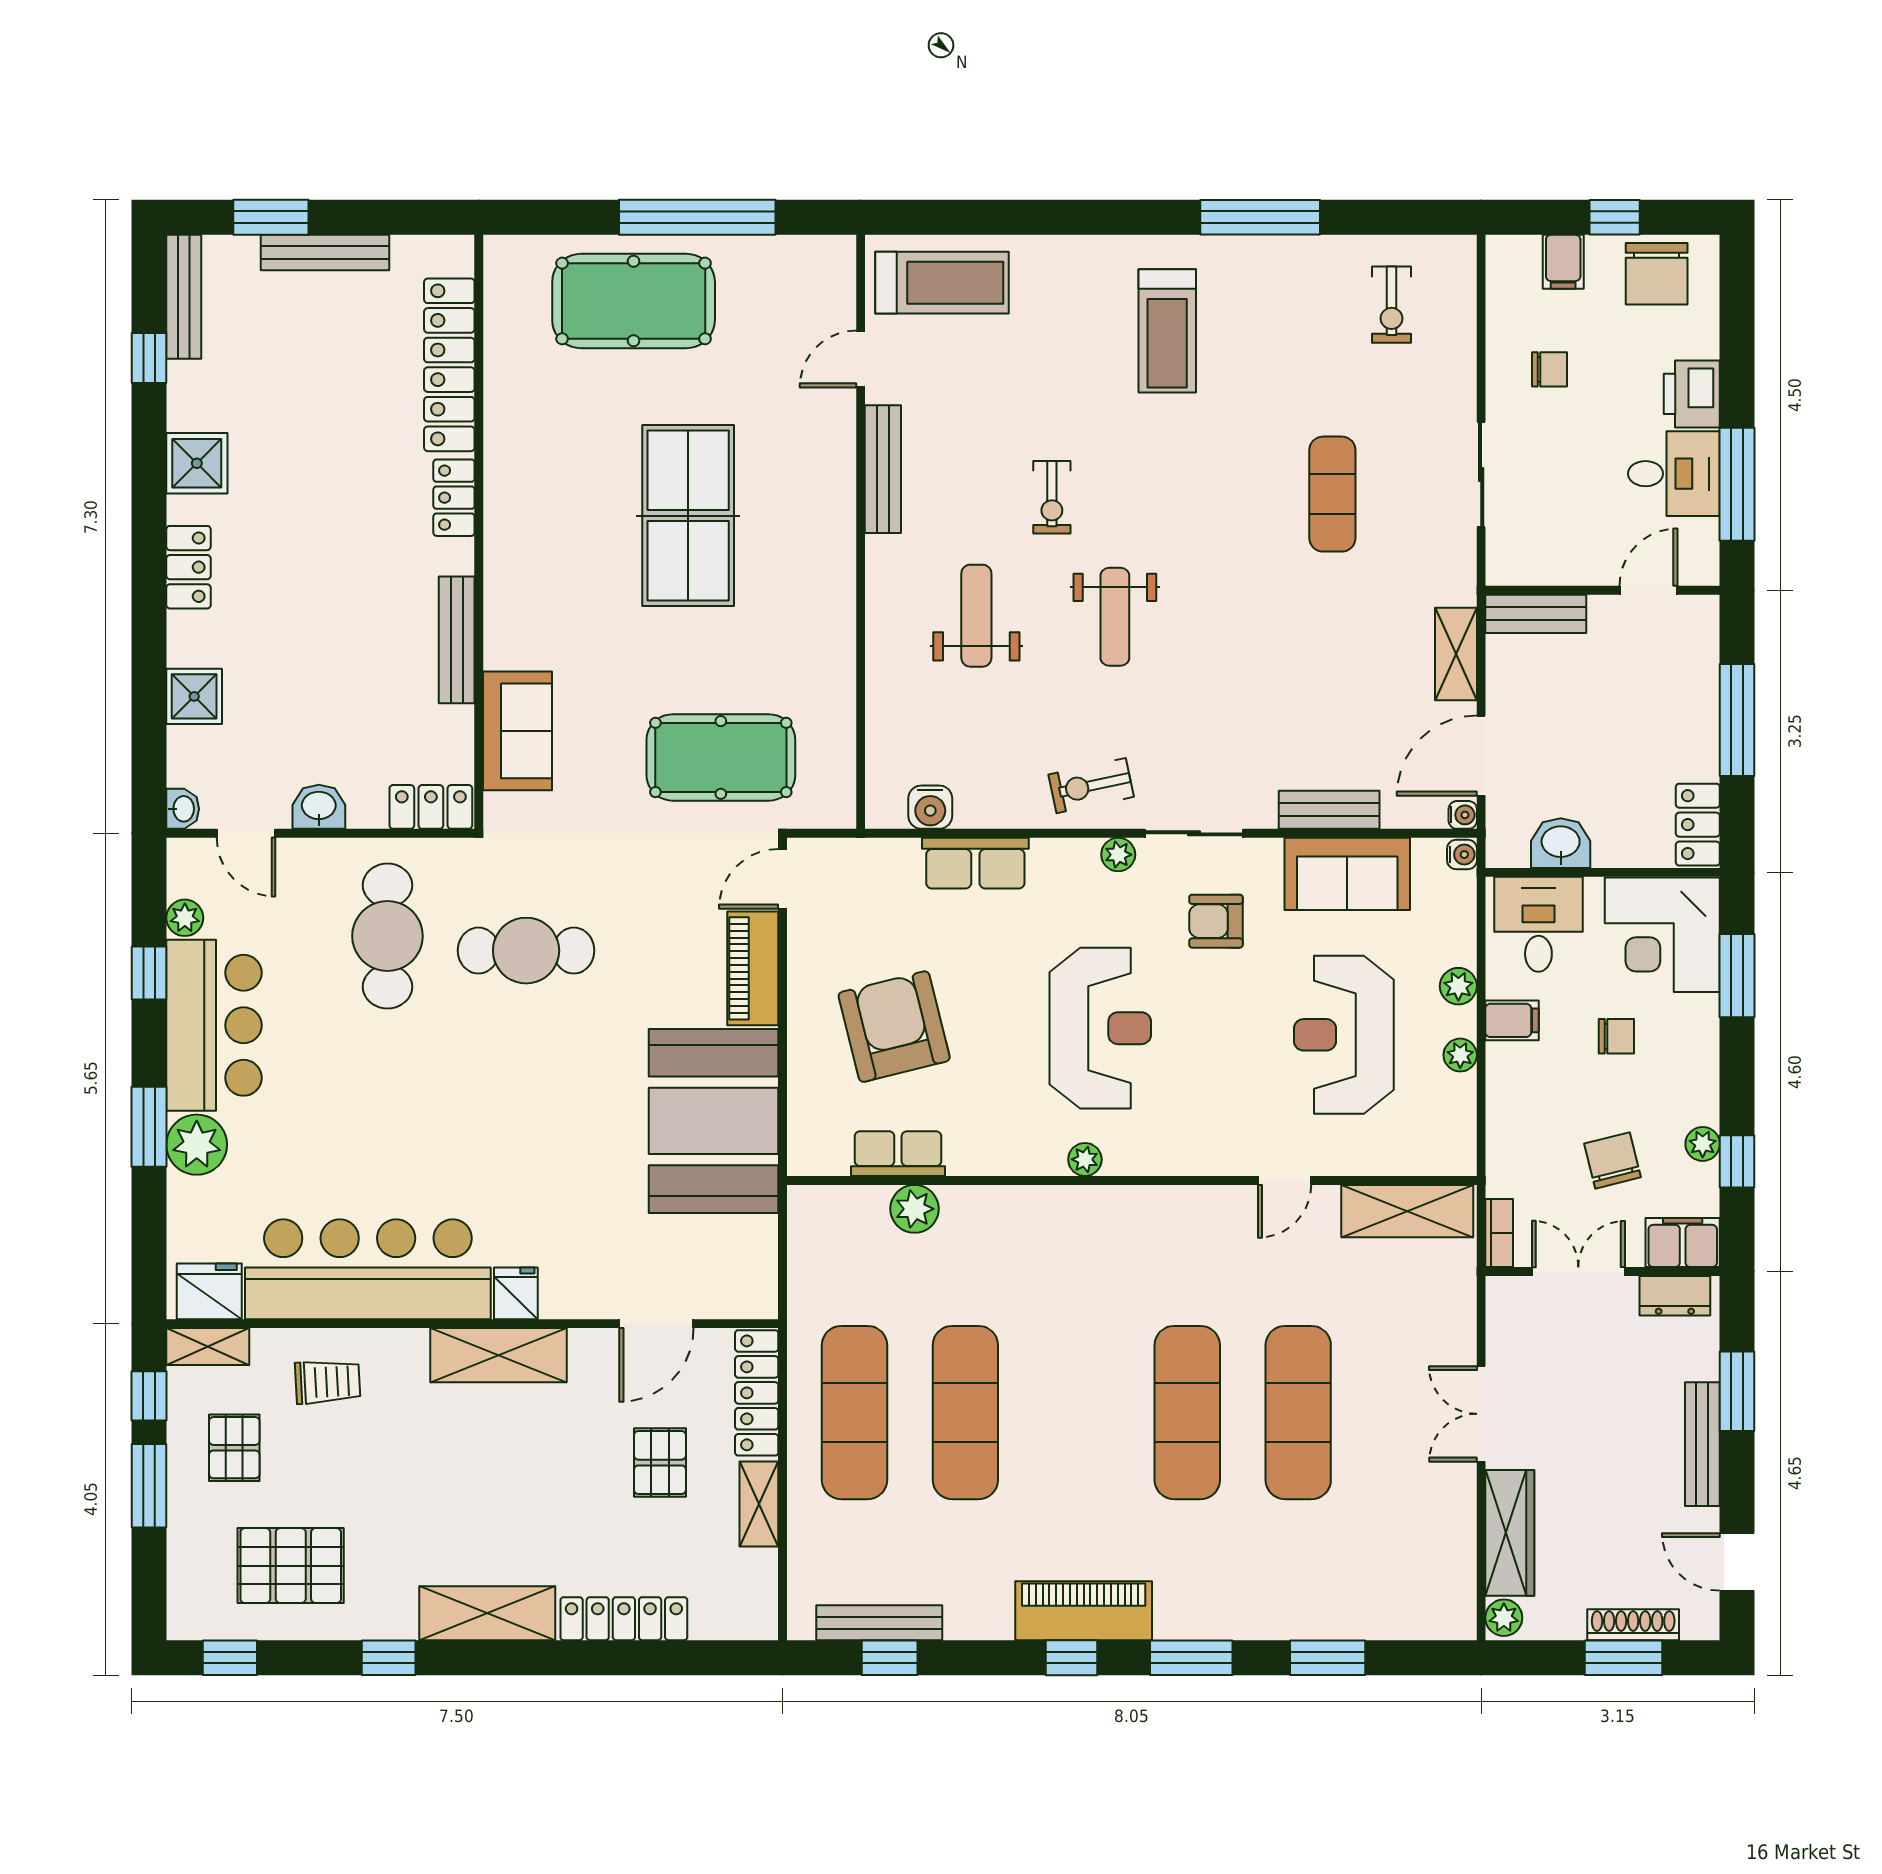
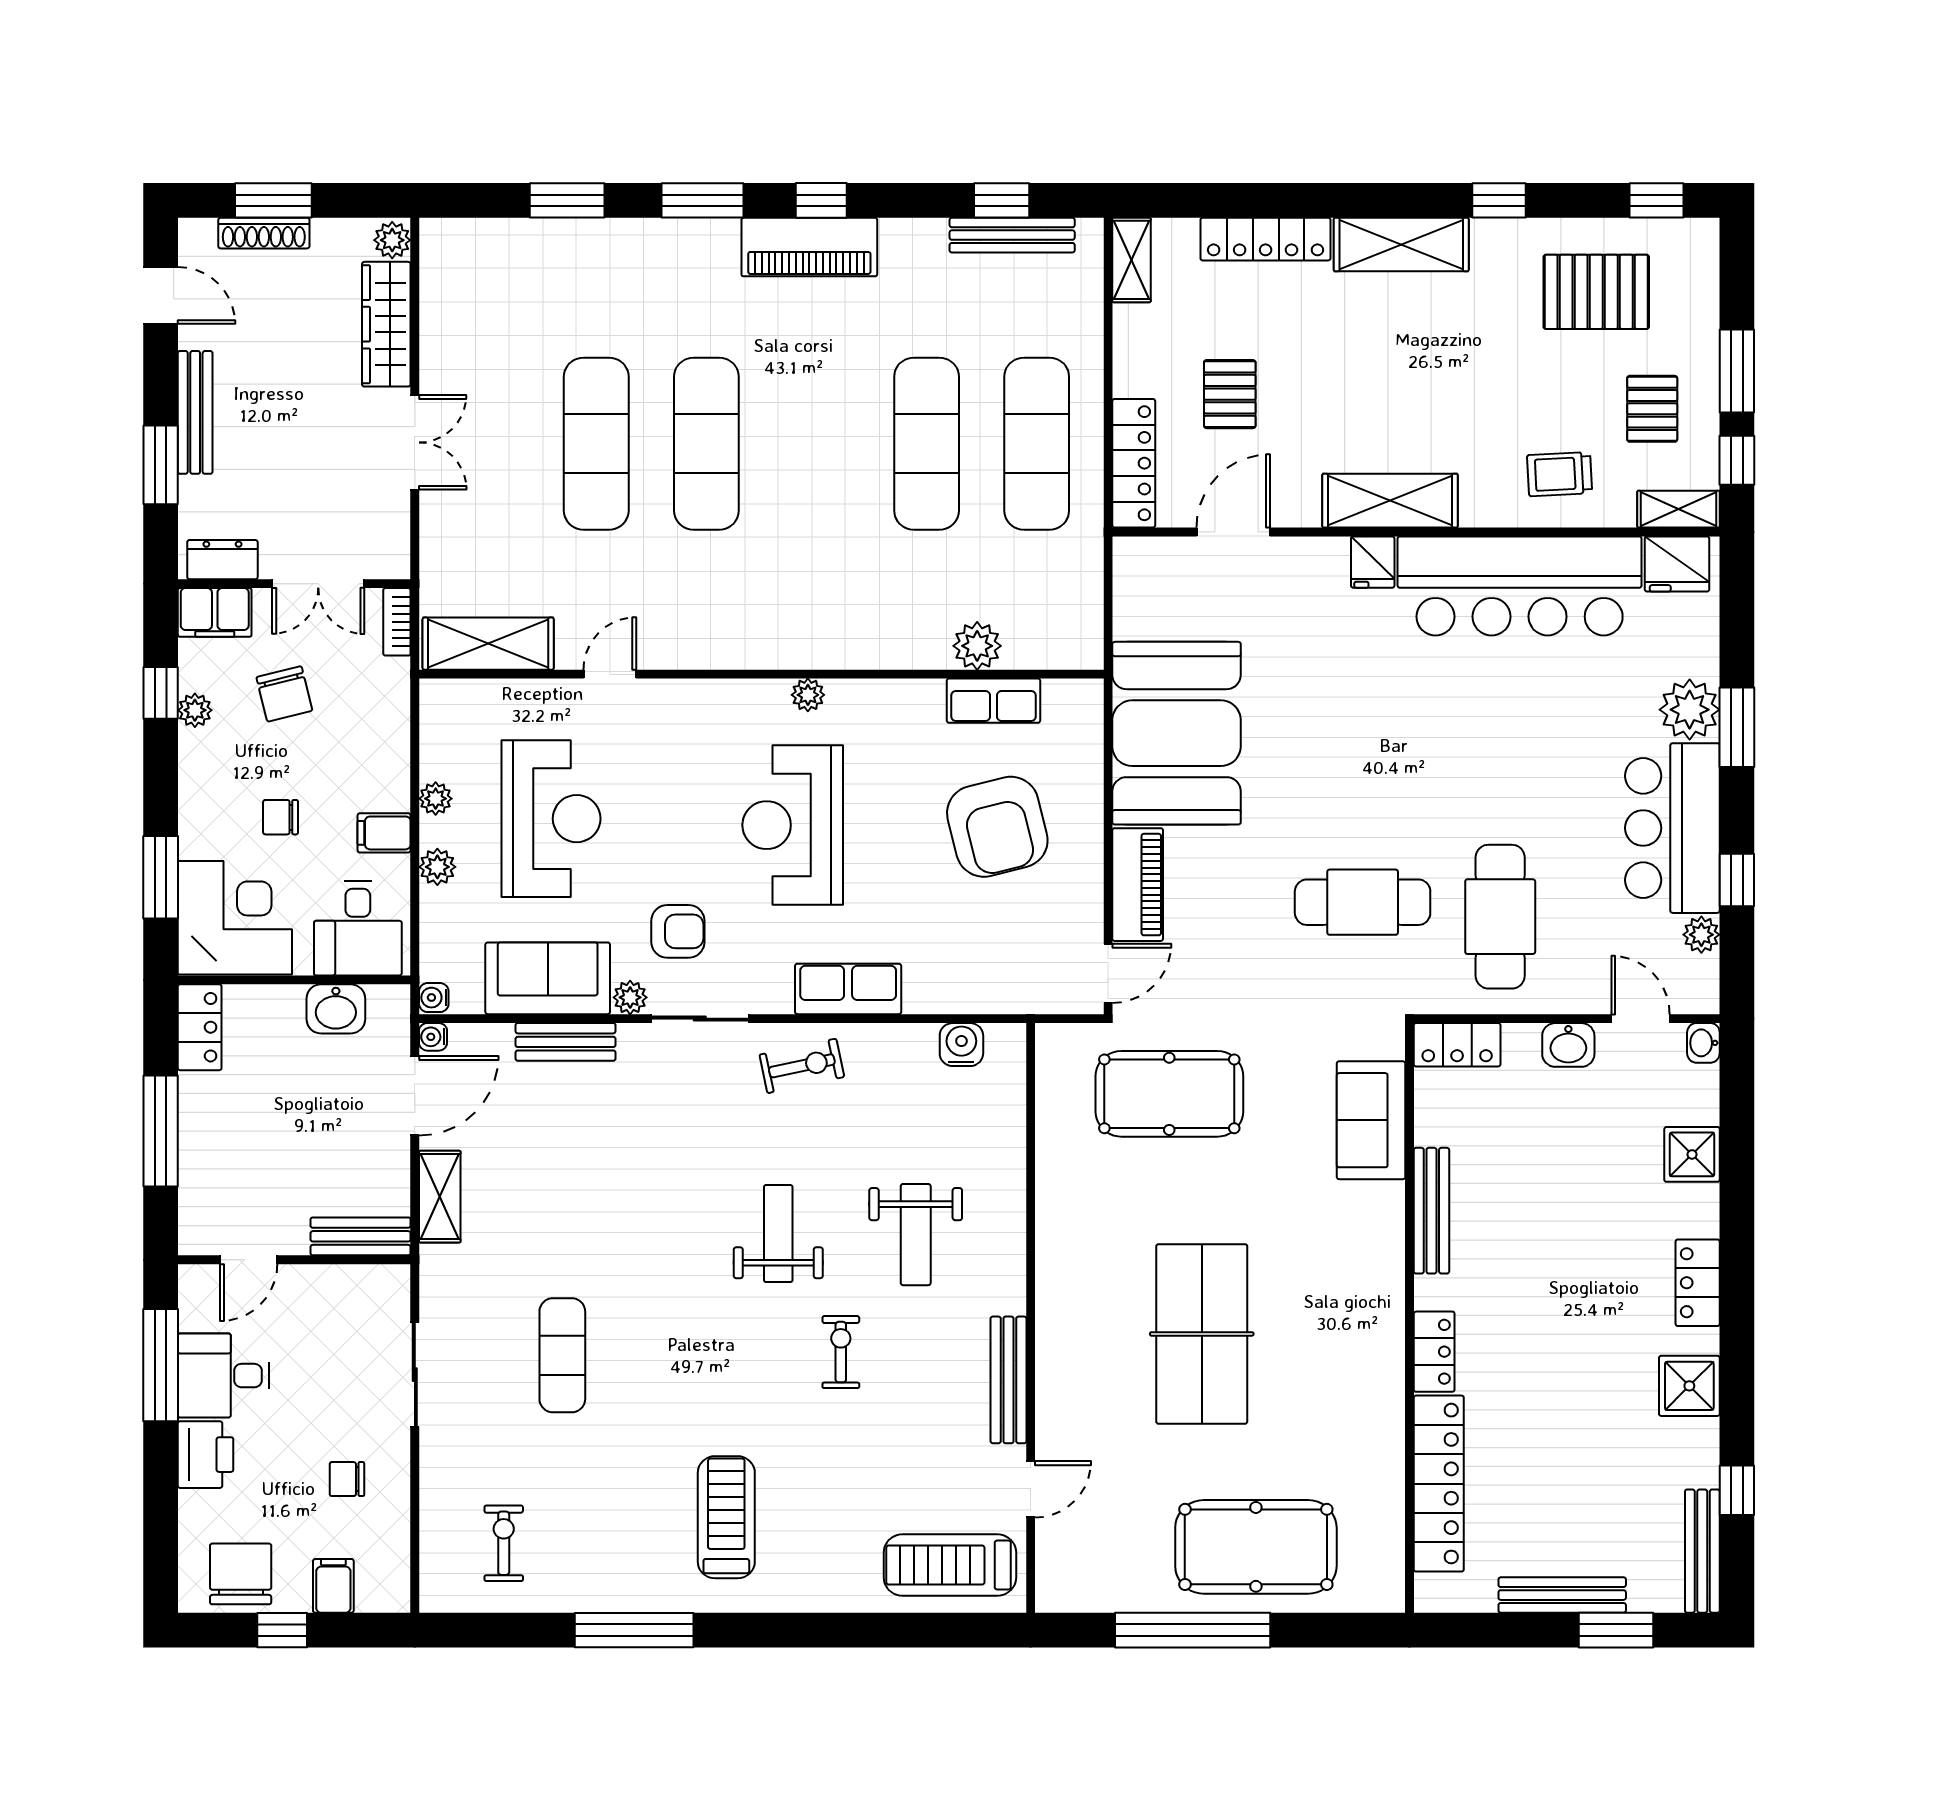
plant: (1118, 855) -> (630, 997), moved
row of seats: (975, 863) -> (848, 989), moved
shelving: (759, 1504) -> (1131, 260), moved

